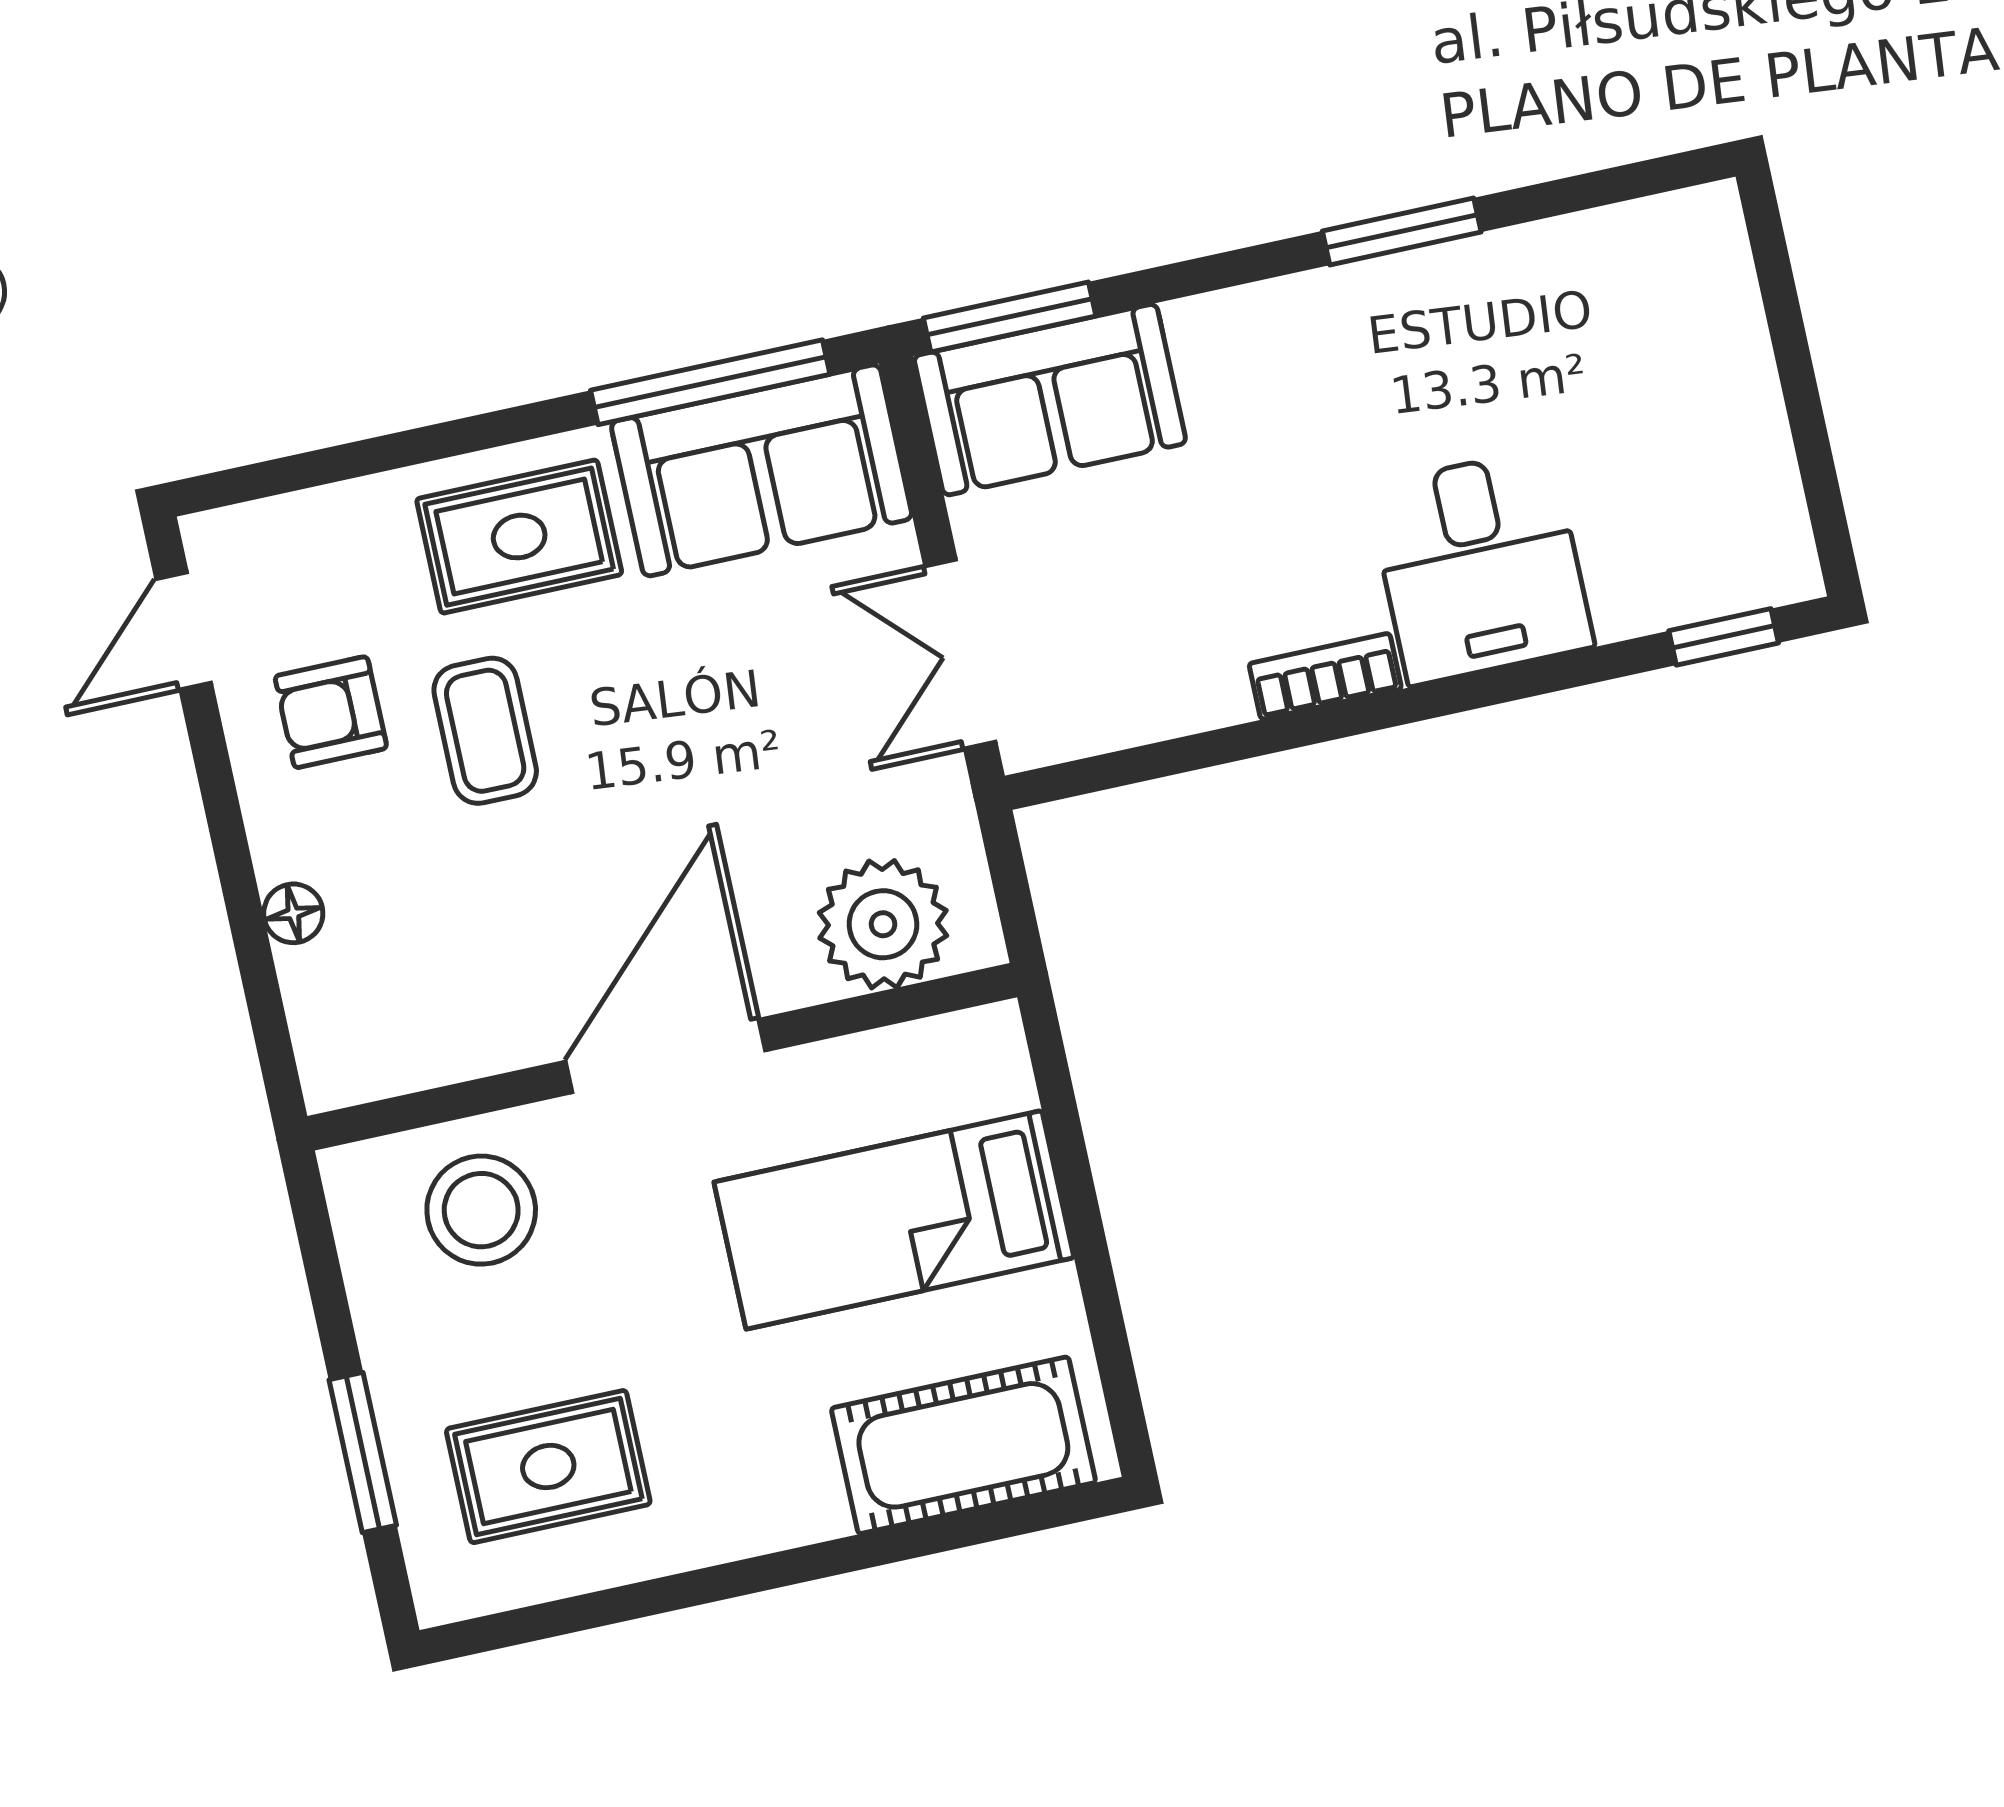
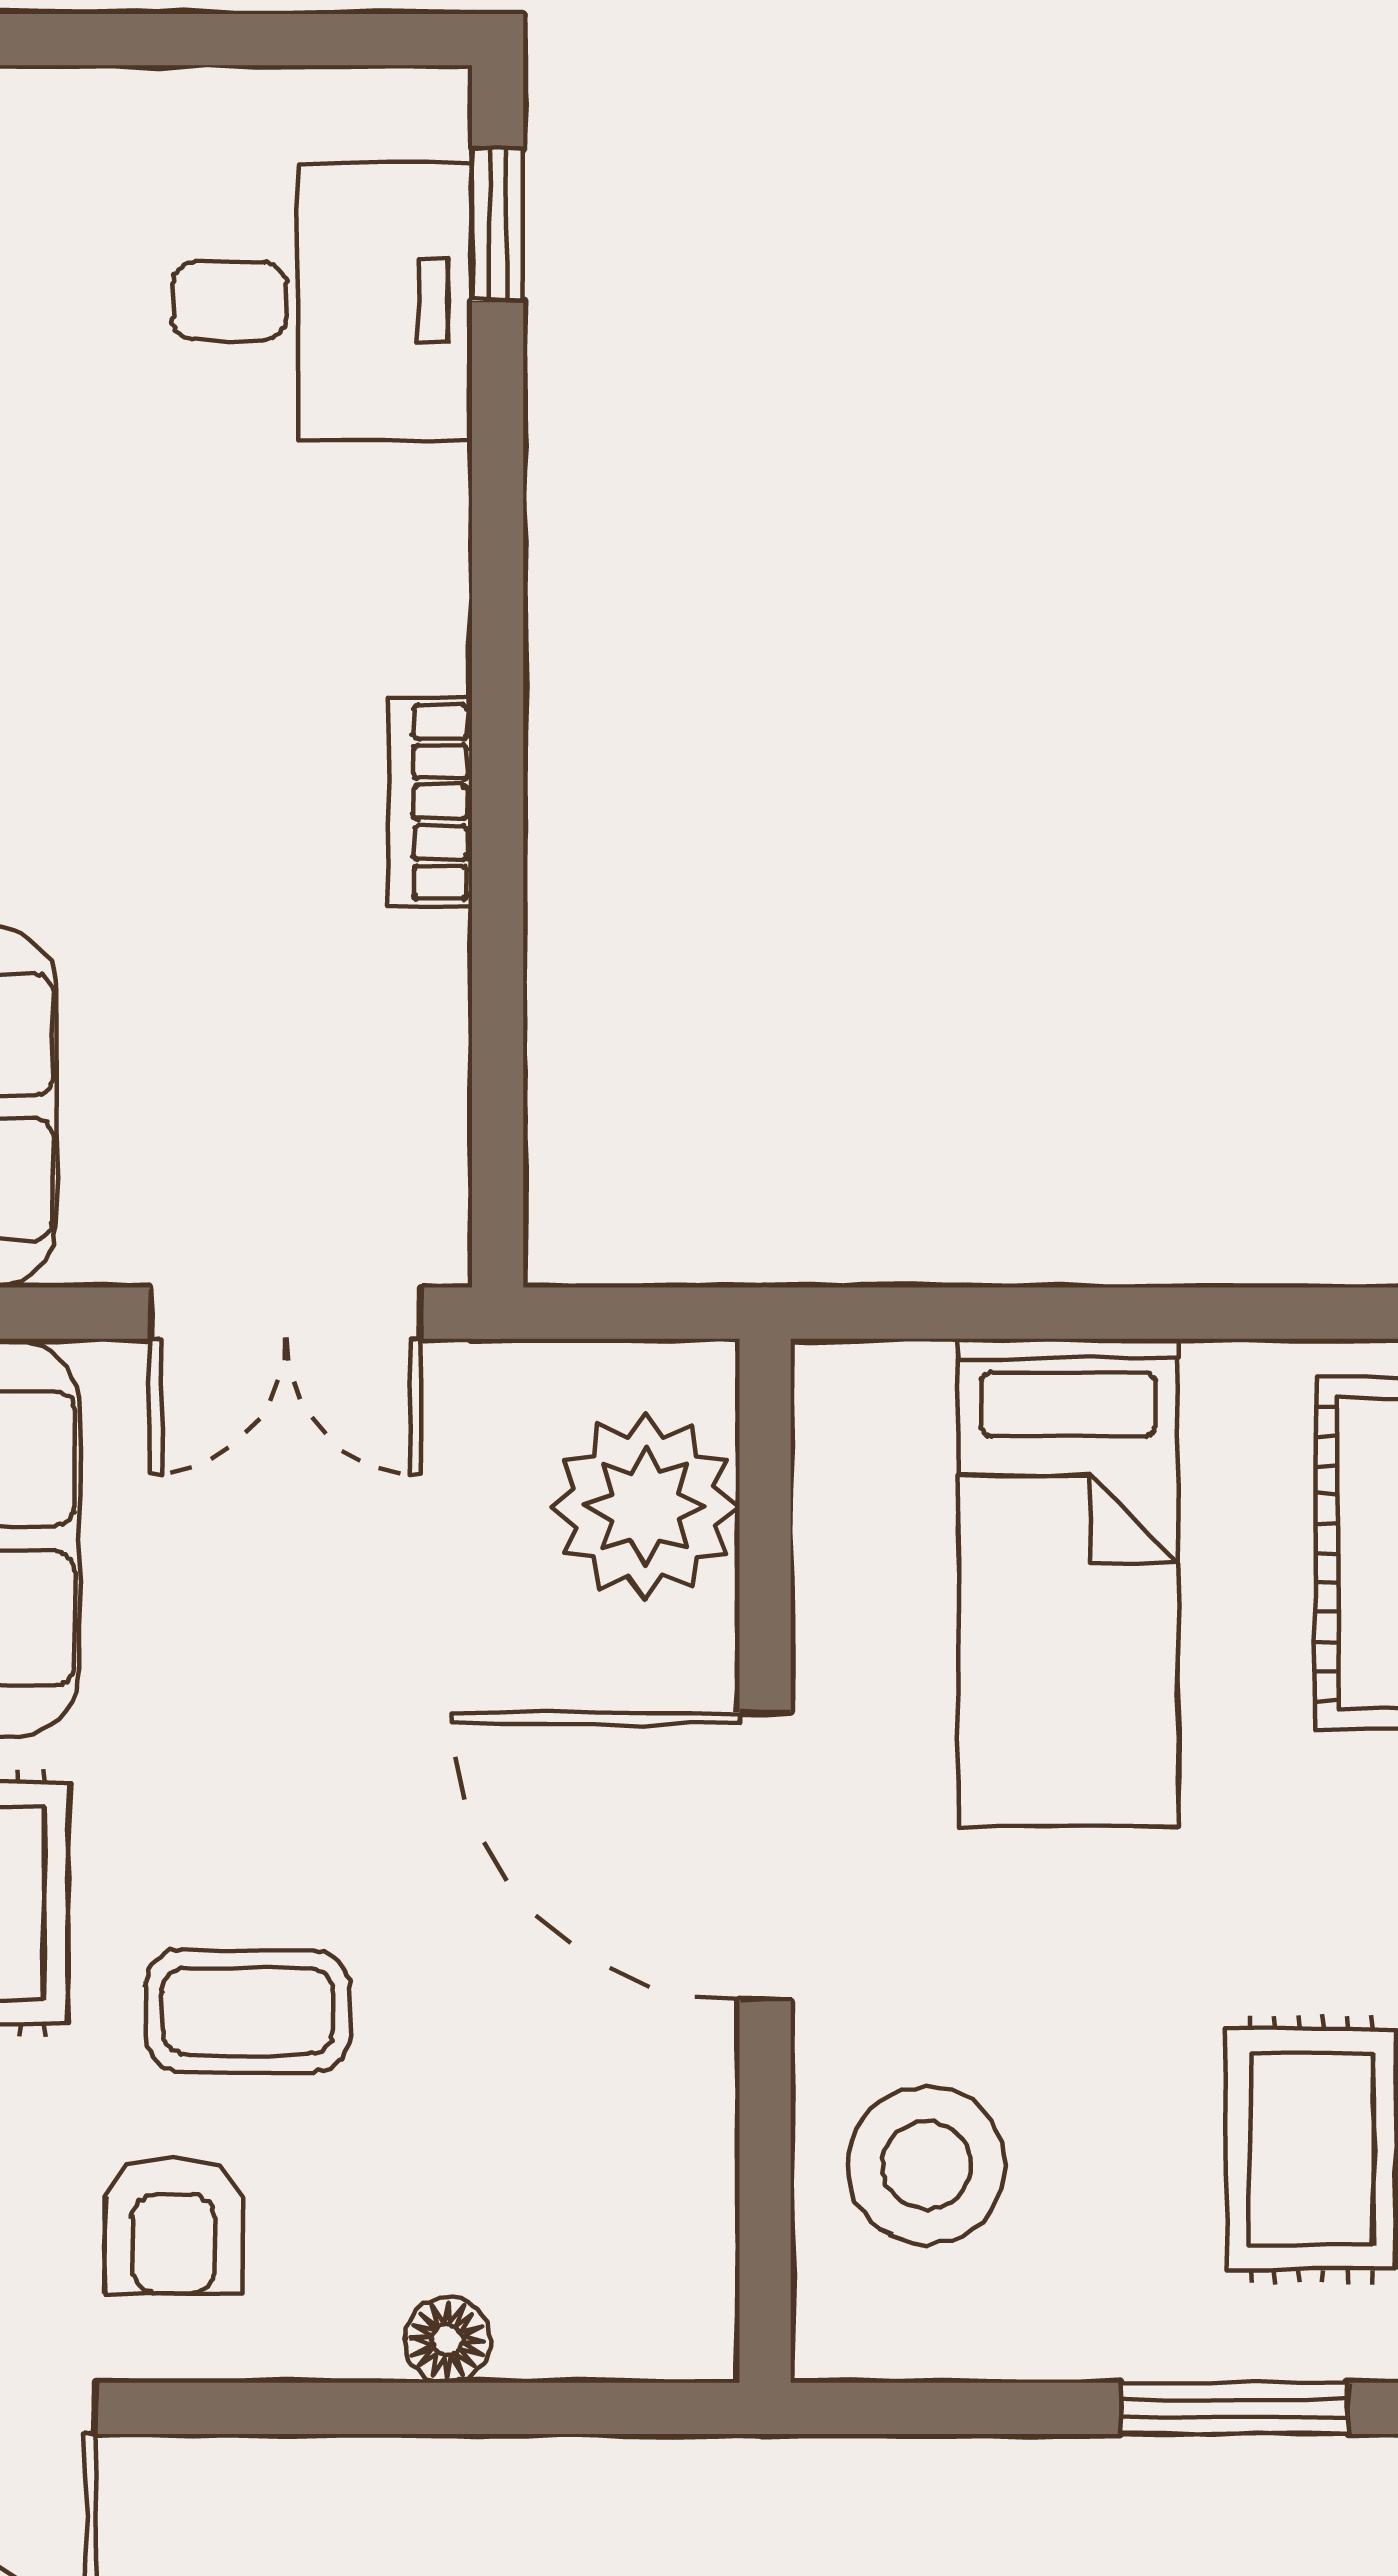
desk: (1480, 566) -> (322, 301), moved

